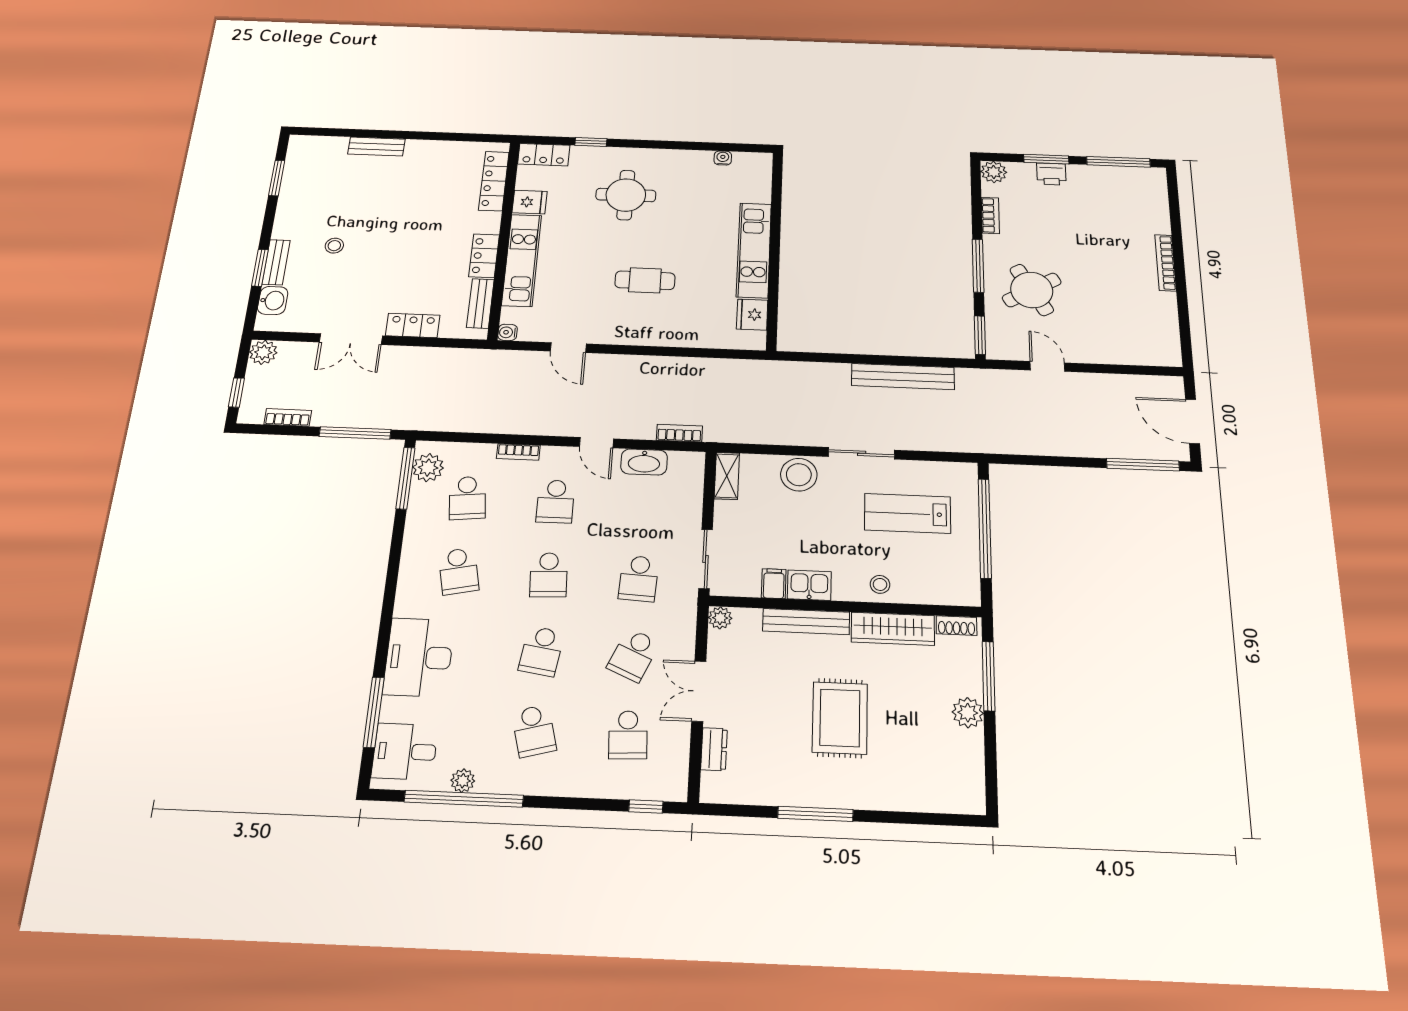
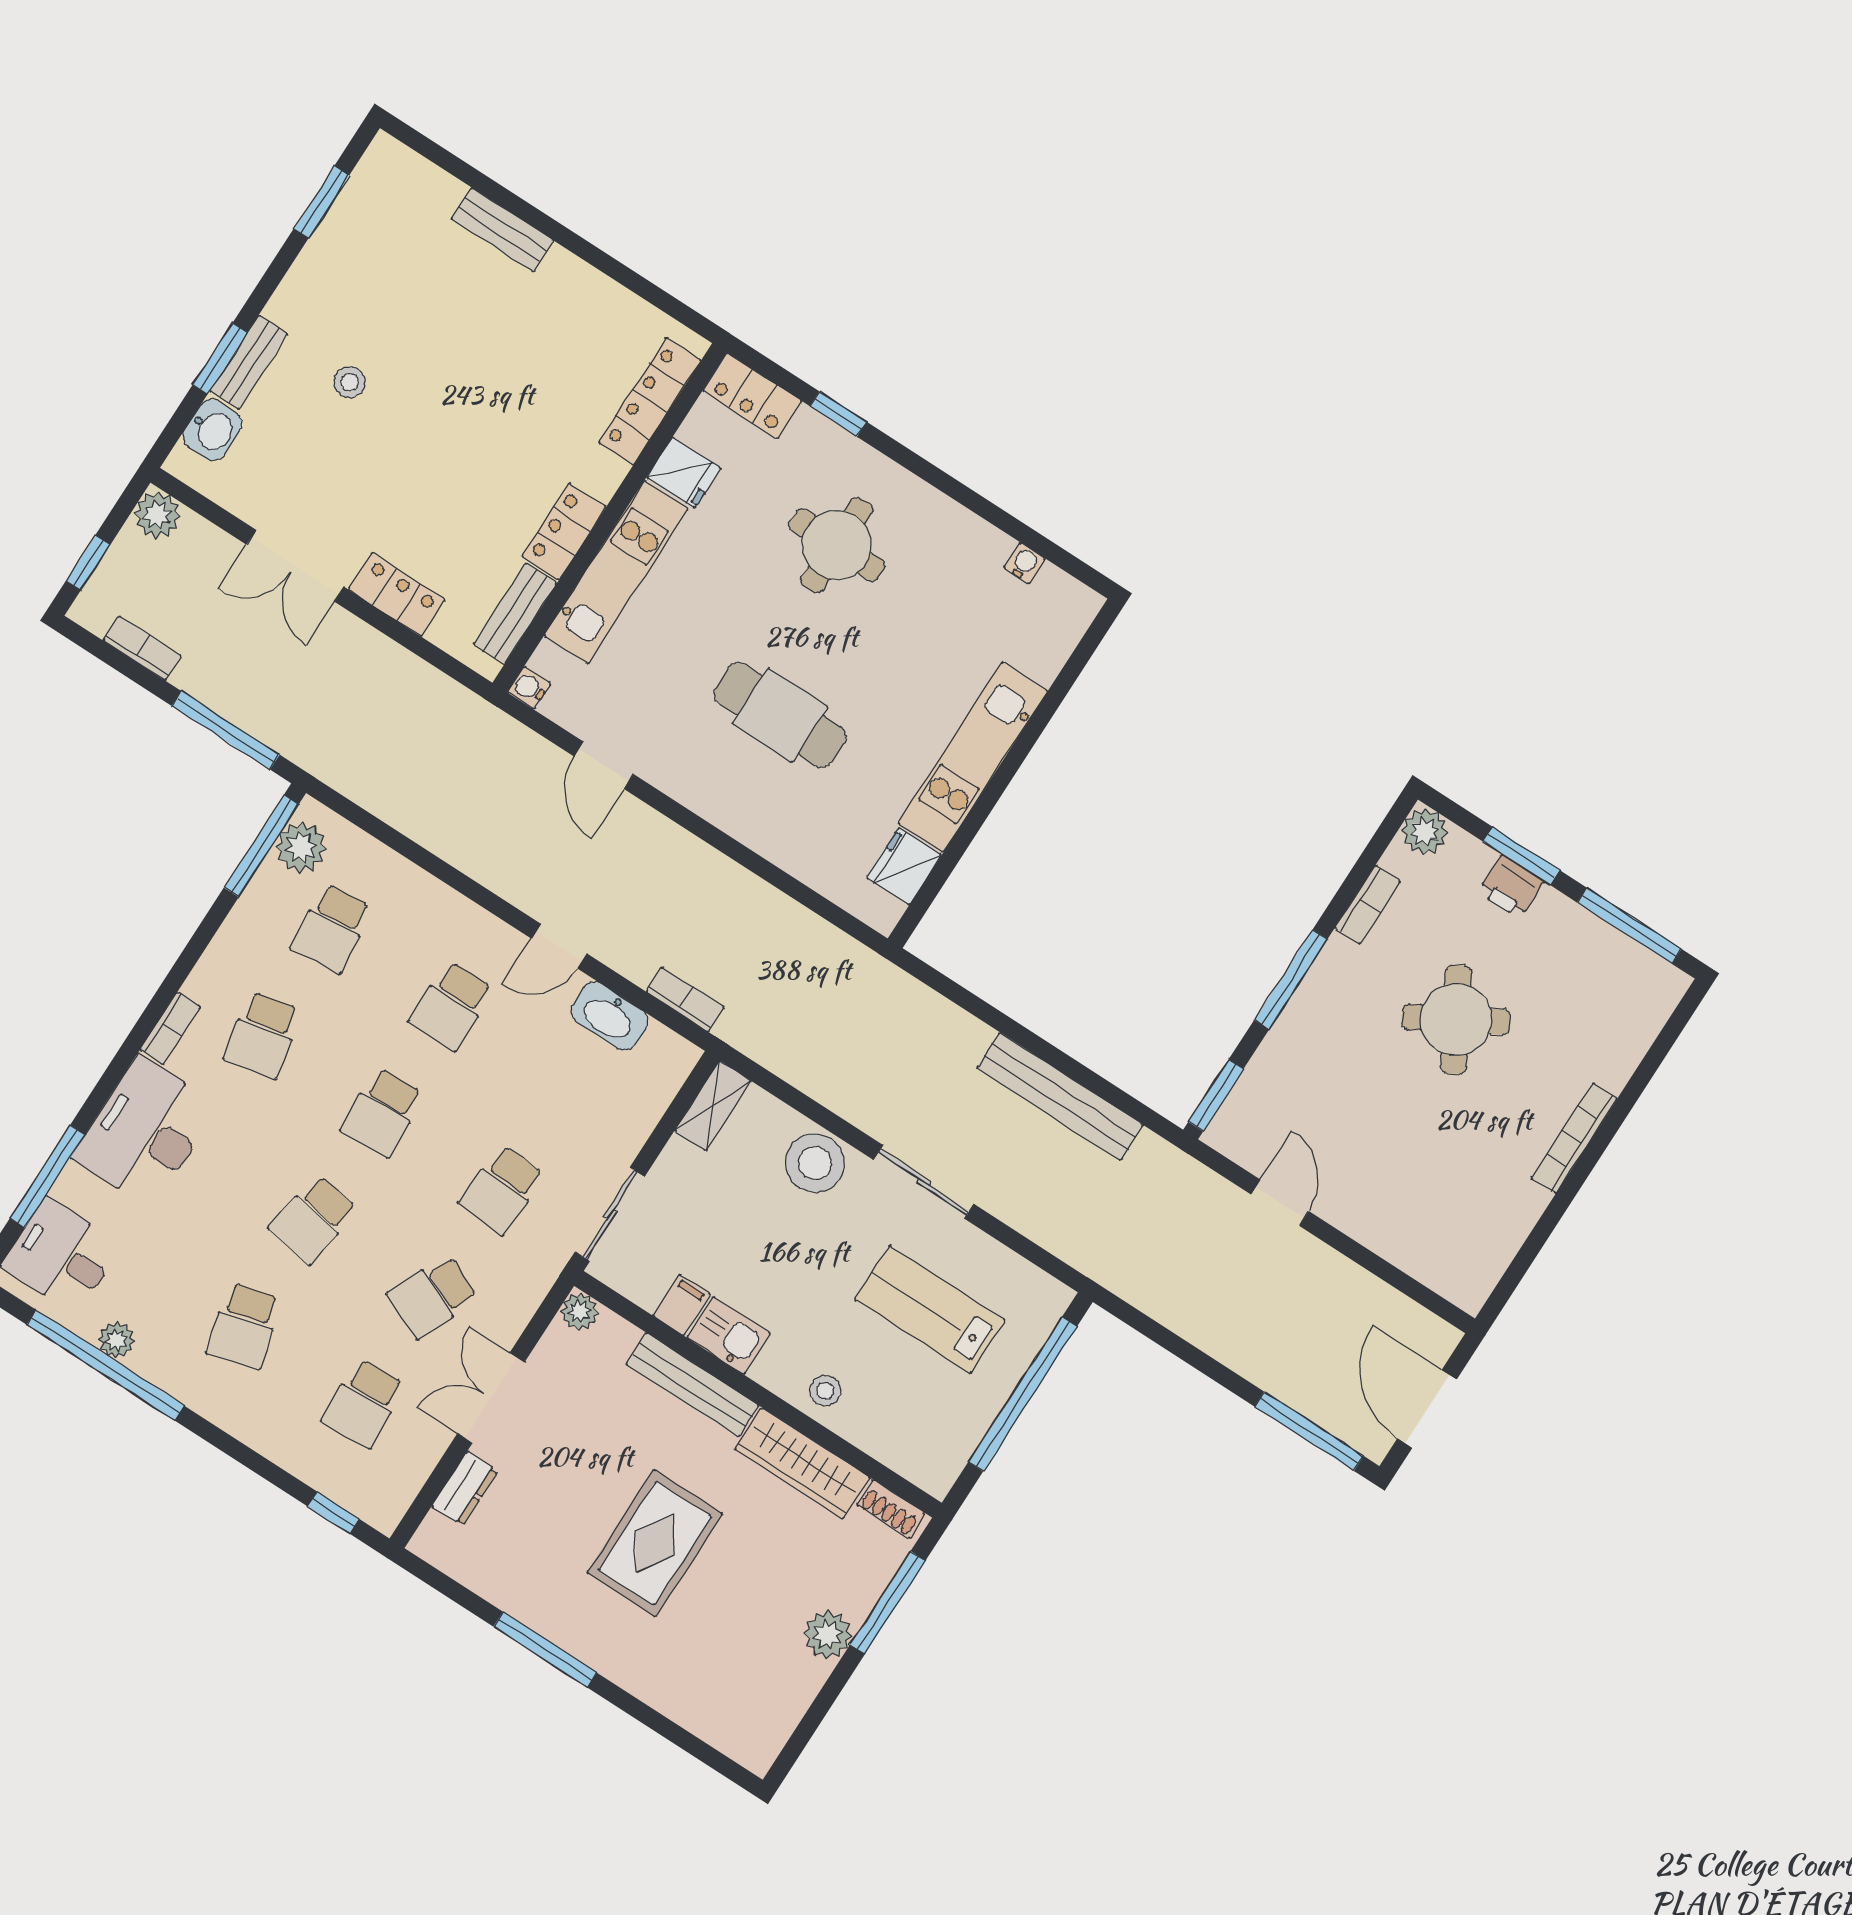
cafe table: (645, 280) -> (780, 715), width x1.37, depth x1.35
round table: (1032, 290) -> (1456, 1020), moved
door: (597, 443) -> (559, 946), hinge flipped
bookcase: (518, 452) -> (170, 1028), moved, turned -90

